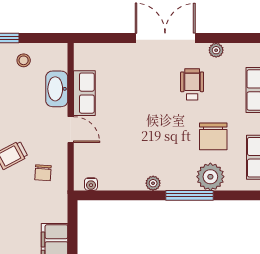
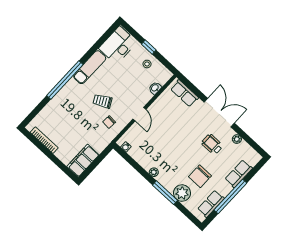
wheelchair: (192, 84) -> (212, 144), turned -90
washbasin: (57, 89) -> (155, 88), width x0.52, depth x0.69
row of seats: (84, 93) -> (185, 93), moved, turned 90

